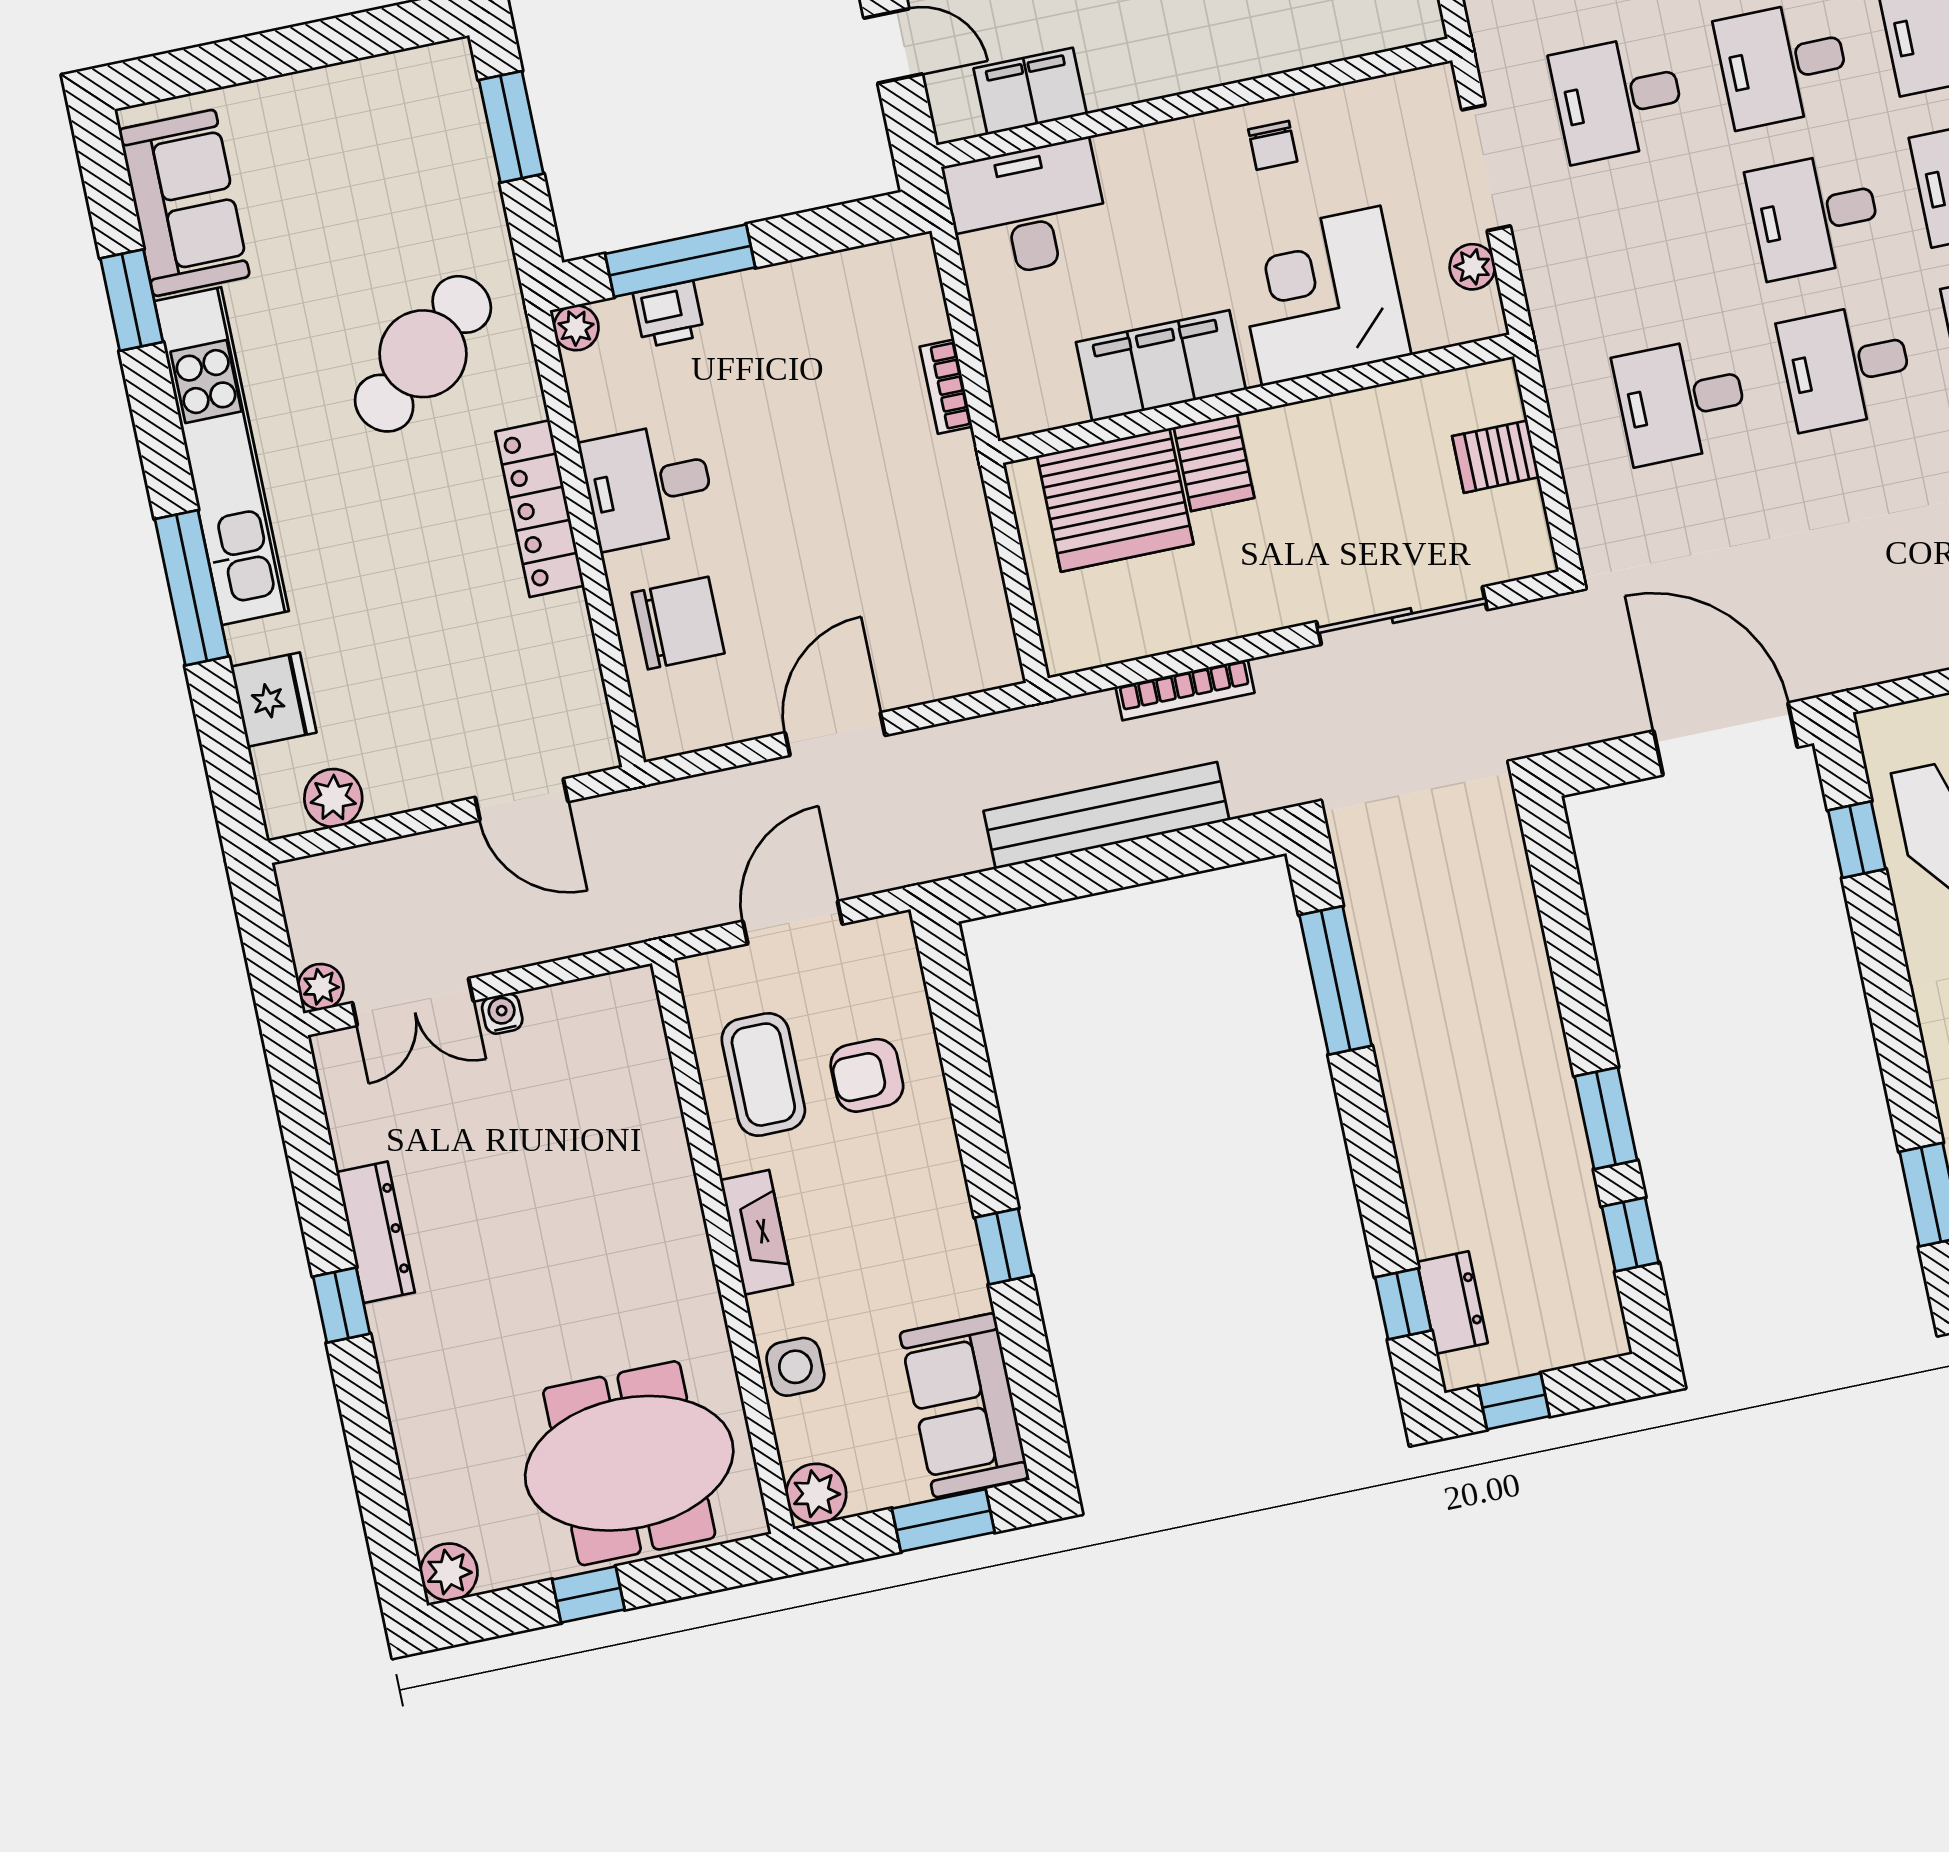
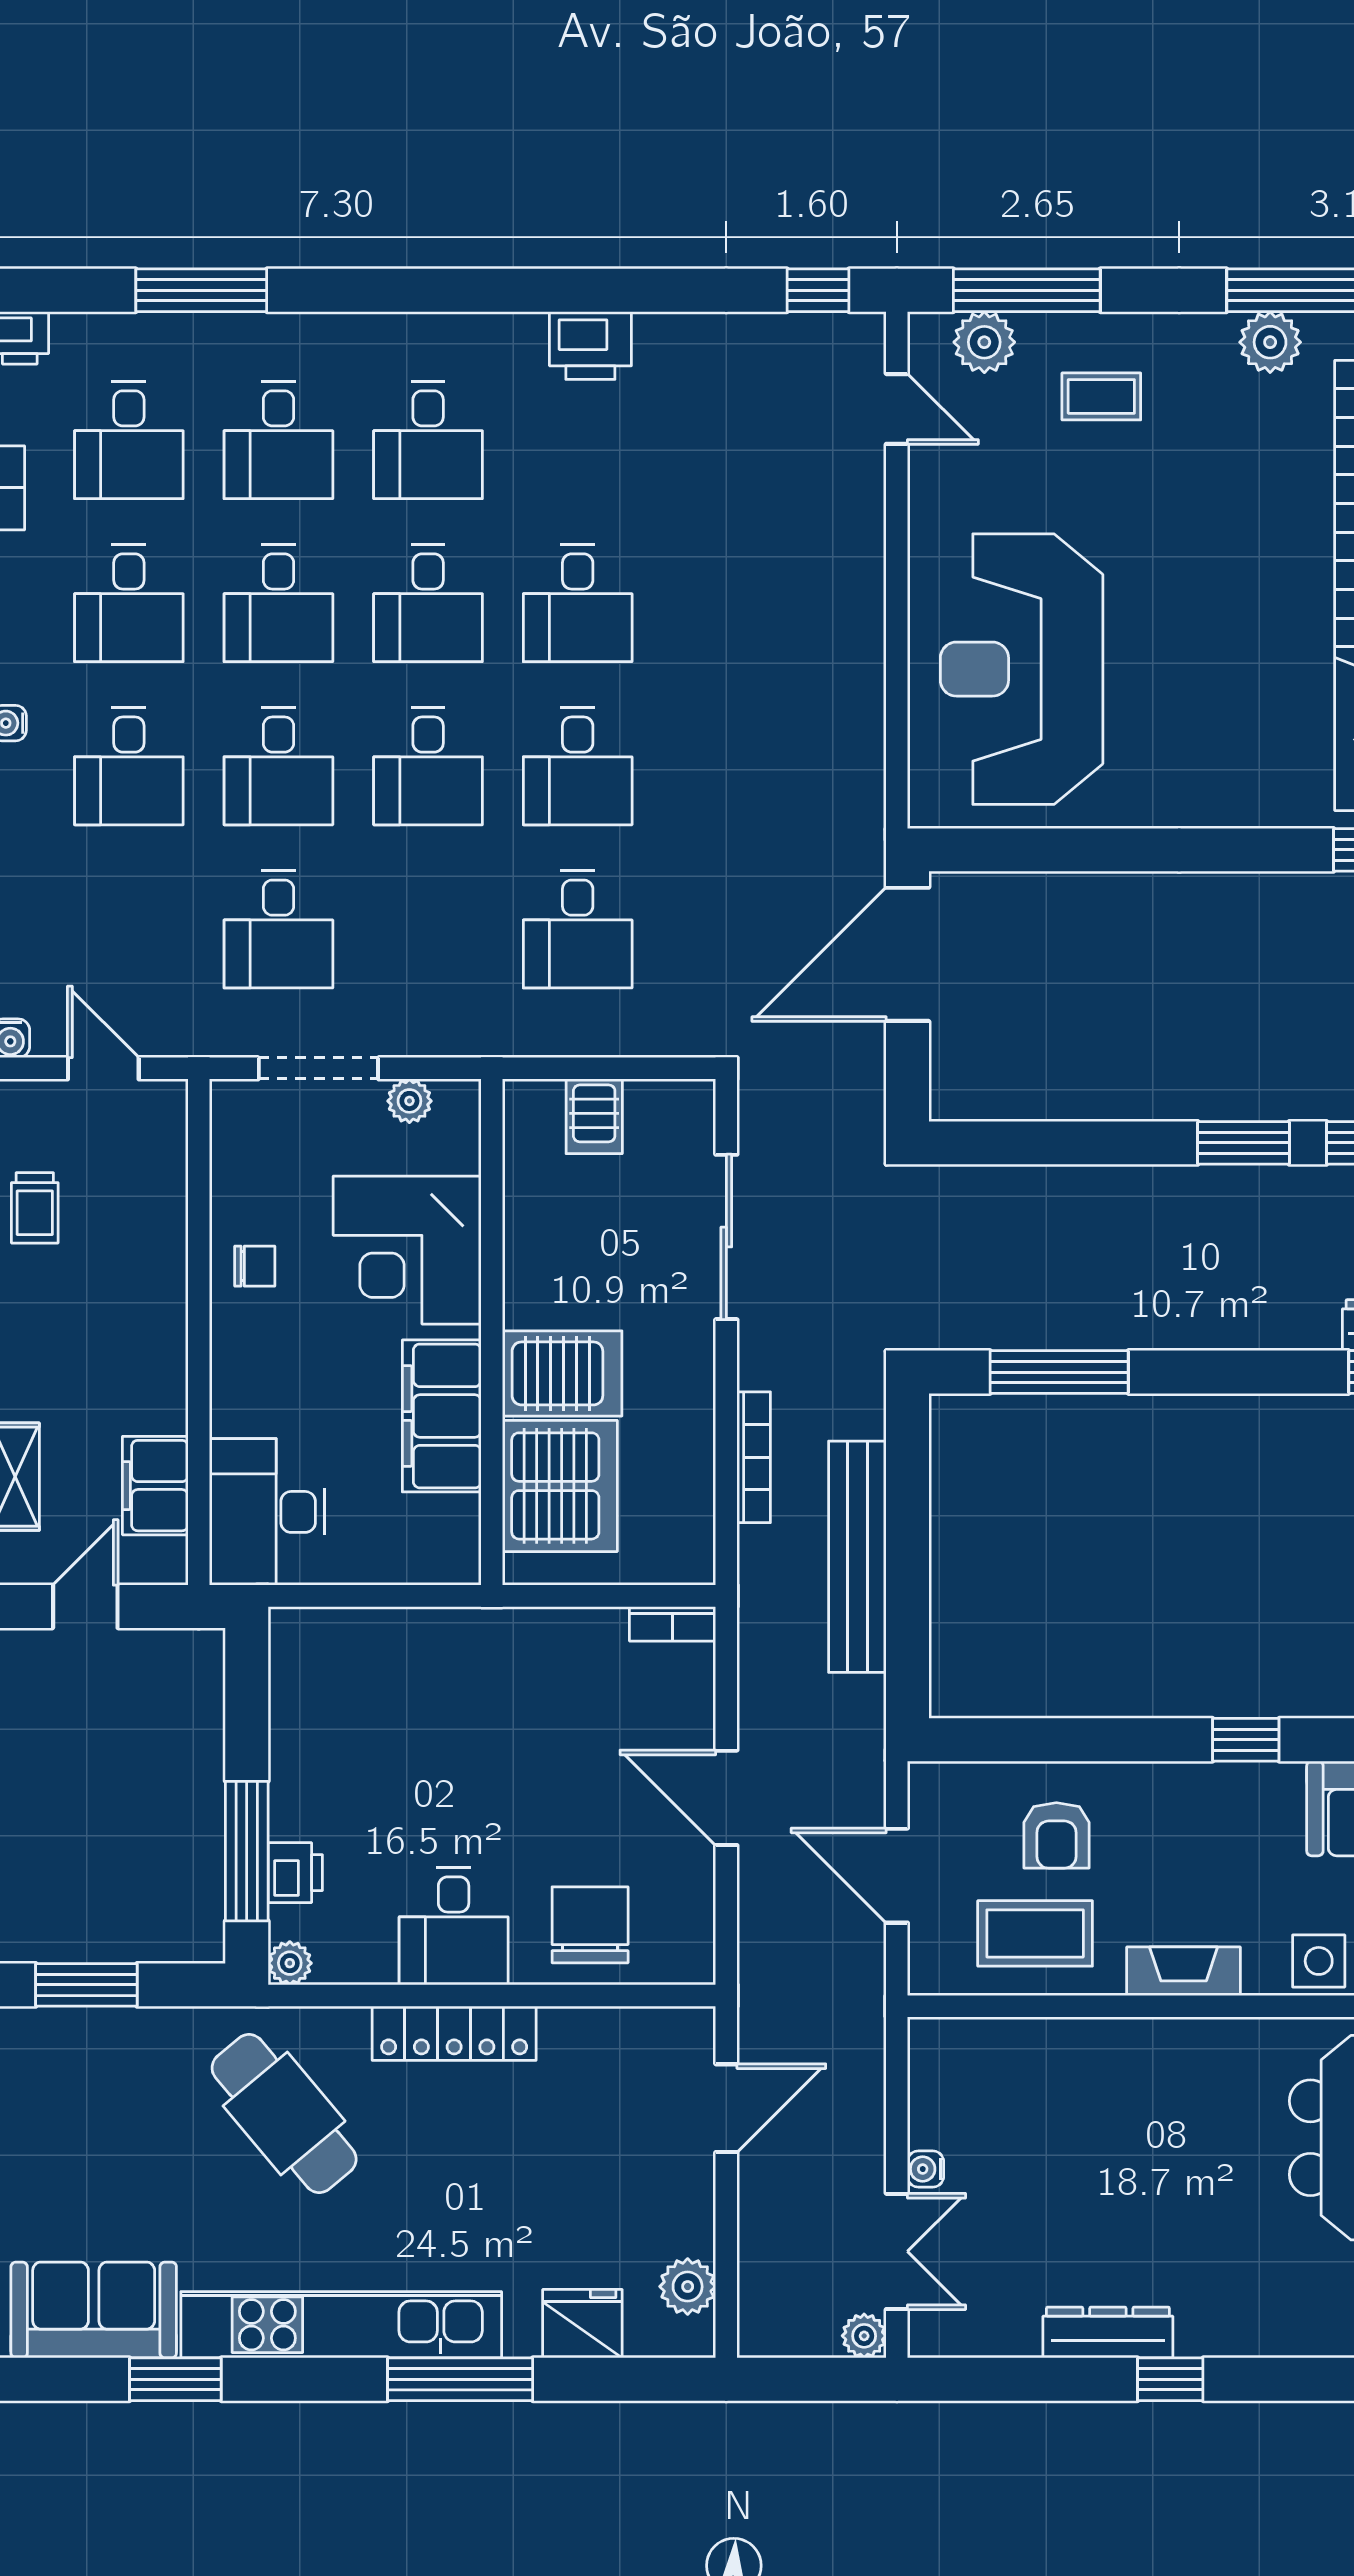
bookcase: (946, 387) -> (673, 1624), moved
server rack: (1214, 463) -> (562, 1373), width x1.36, depth x1.44
window: (1857, 840) -> (1029, 850), removed

